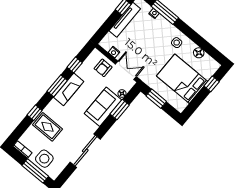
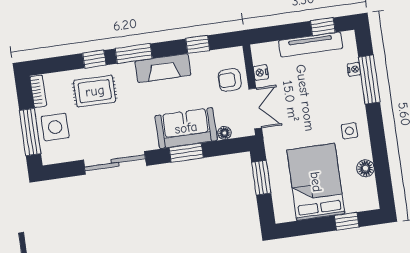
window: (57, 86) -> (134, 54), moved
window: (120, 109) -> (186, 153), moved
rug: (48, 127) -> (95, 91), turned 90

